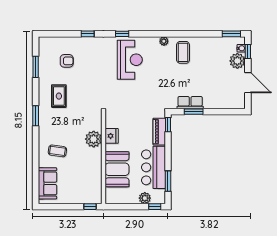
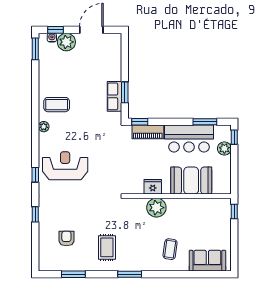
rug: (59, 96) -> (107, 247), turned 90

